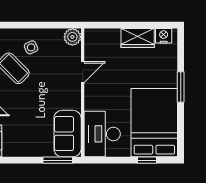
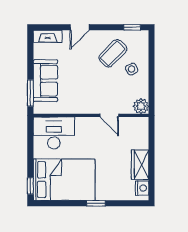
window: (181, 87) -> (96, 203), width x0.67
sofa: (68, 134) -> (45, 81), moved, turned 90
window: (147, 160) -> (30, 186), moved

